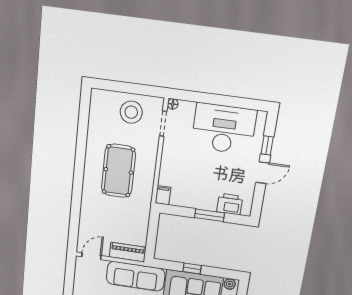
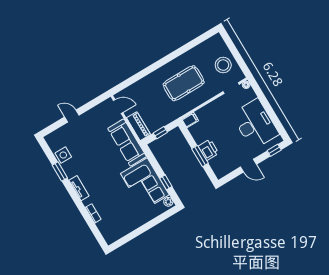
window: (267, 145) -> (274, 150), moved
printer: (230, 204) -> (208, 150), moved
window: (152, 236) -> (160, 133), added
window: (192, 269) -> (166, 182), moved

